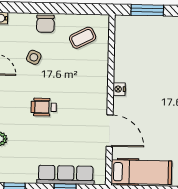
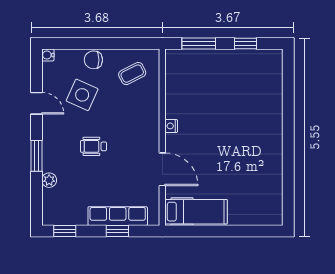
chair: (45, 24) -> (93, 60), turned 90
side table: (34, 57) -> (82, 95), width x1.87, depth x1.87

